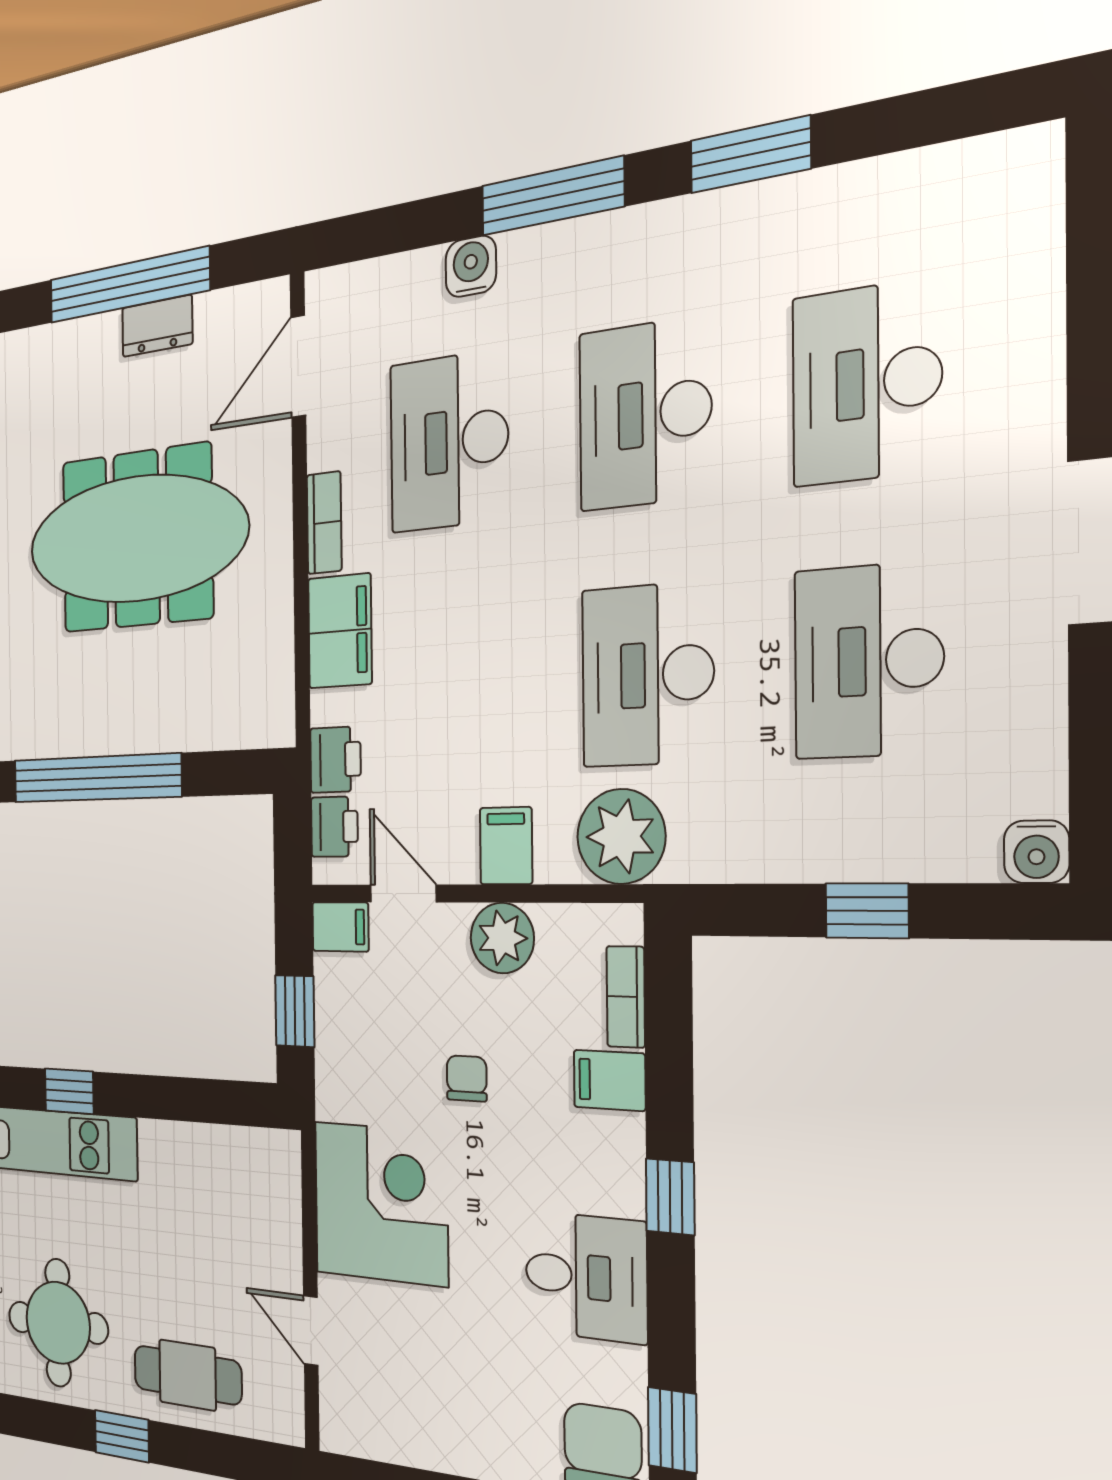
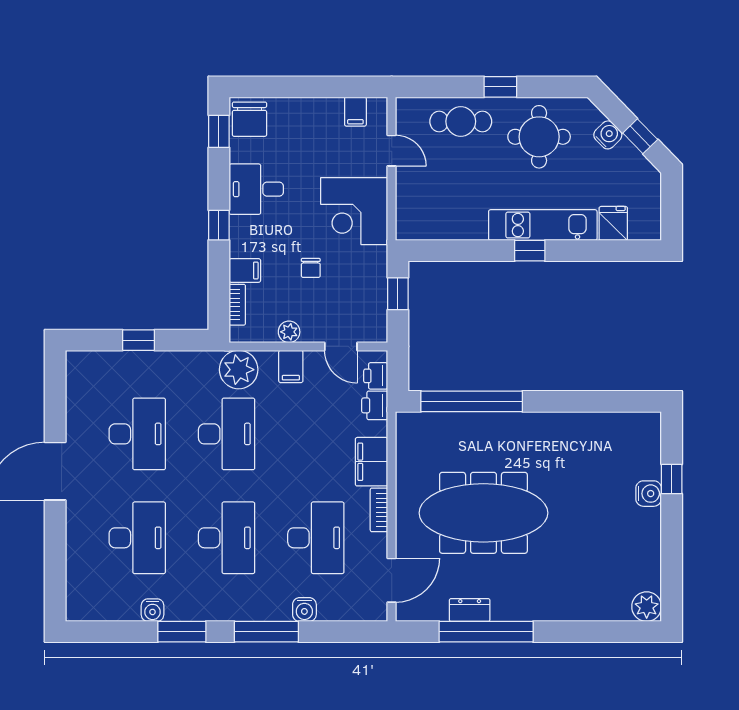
window: (96, 778) -> (472, 401), moved
water cooler: (1036, 852) -> (153, 610), moved, turned 180
filing cabinet: (340, 927) -> (355, 112), moved, turned -90
plant: (502, 938) -> (289, 332), width x0.73, depth x0.73

